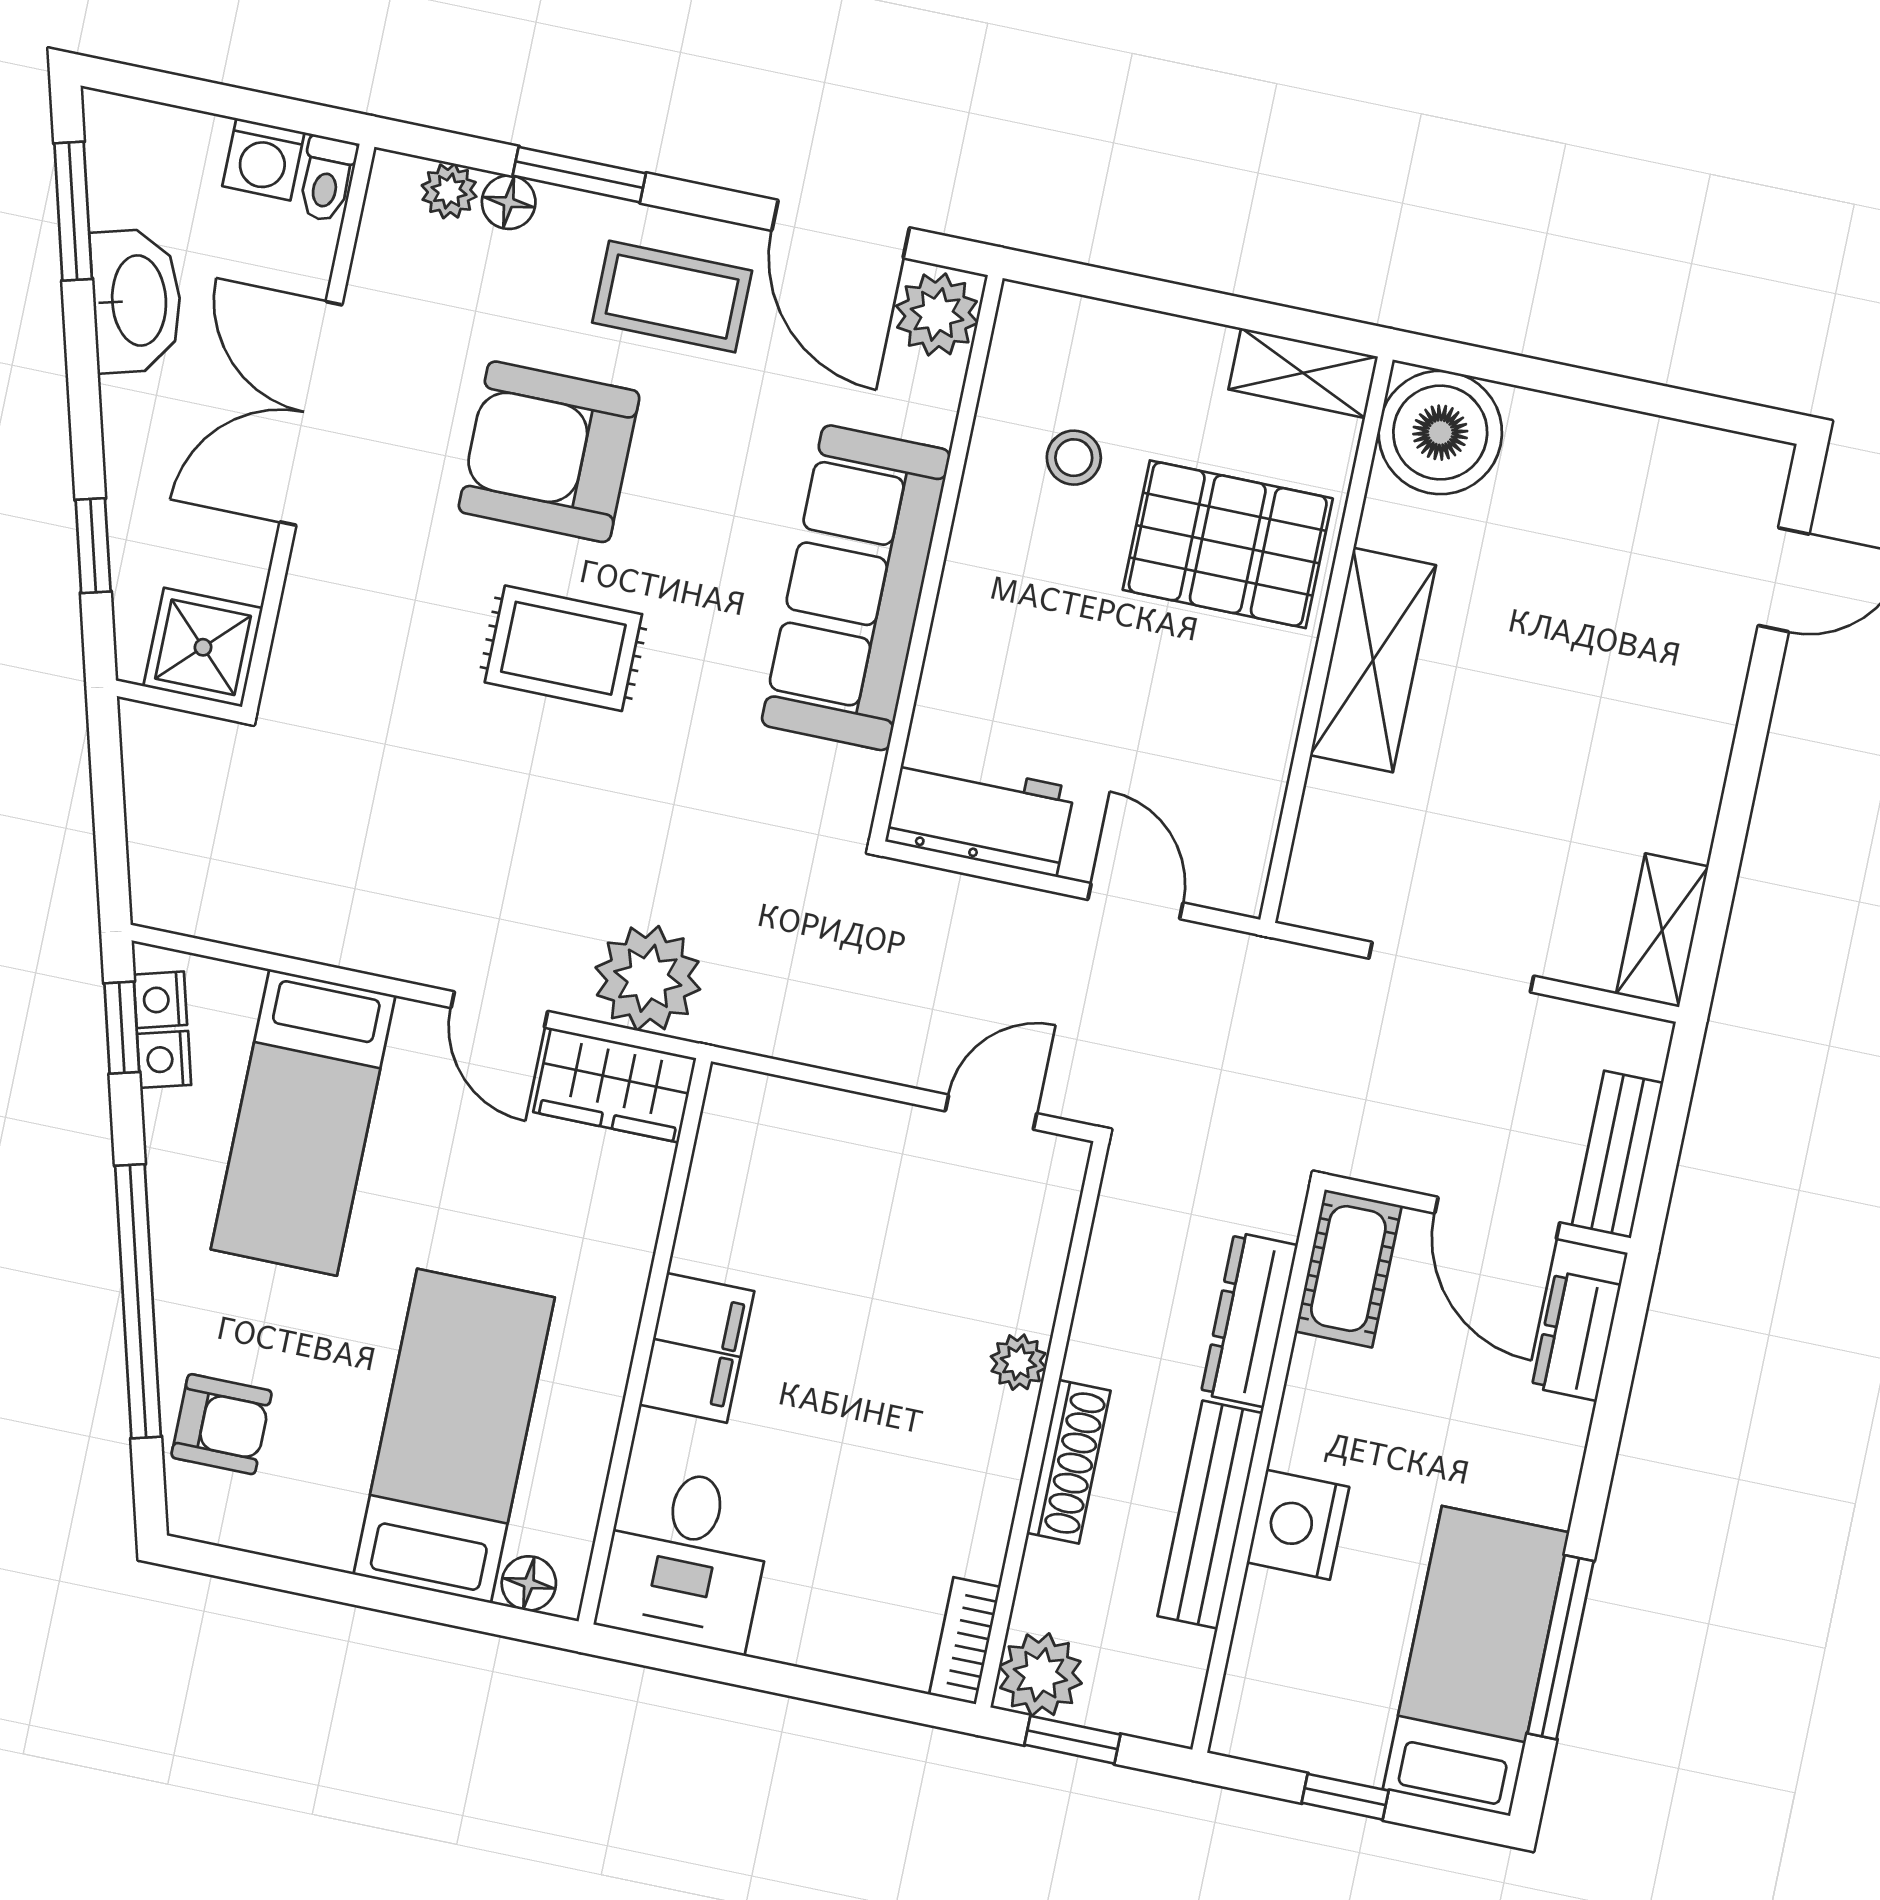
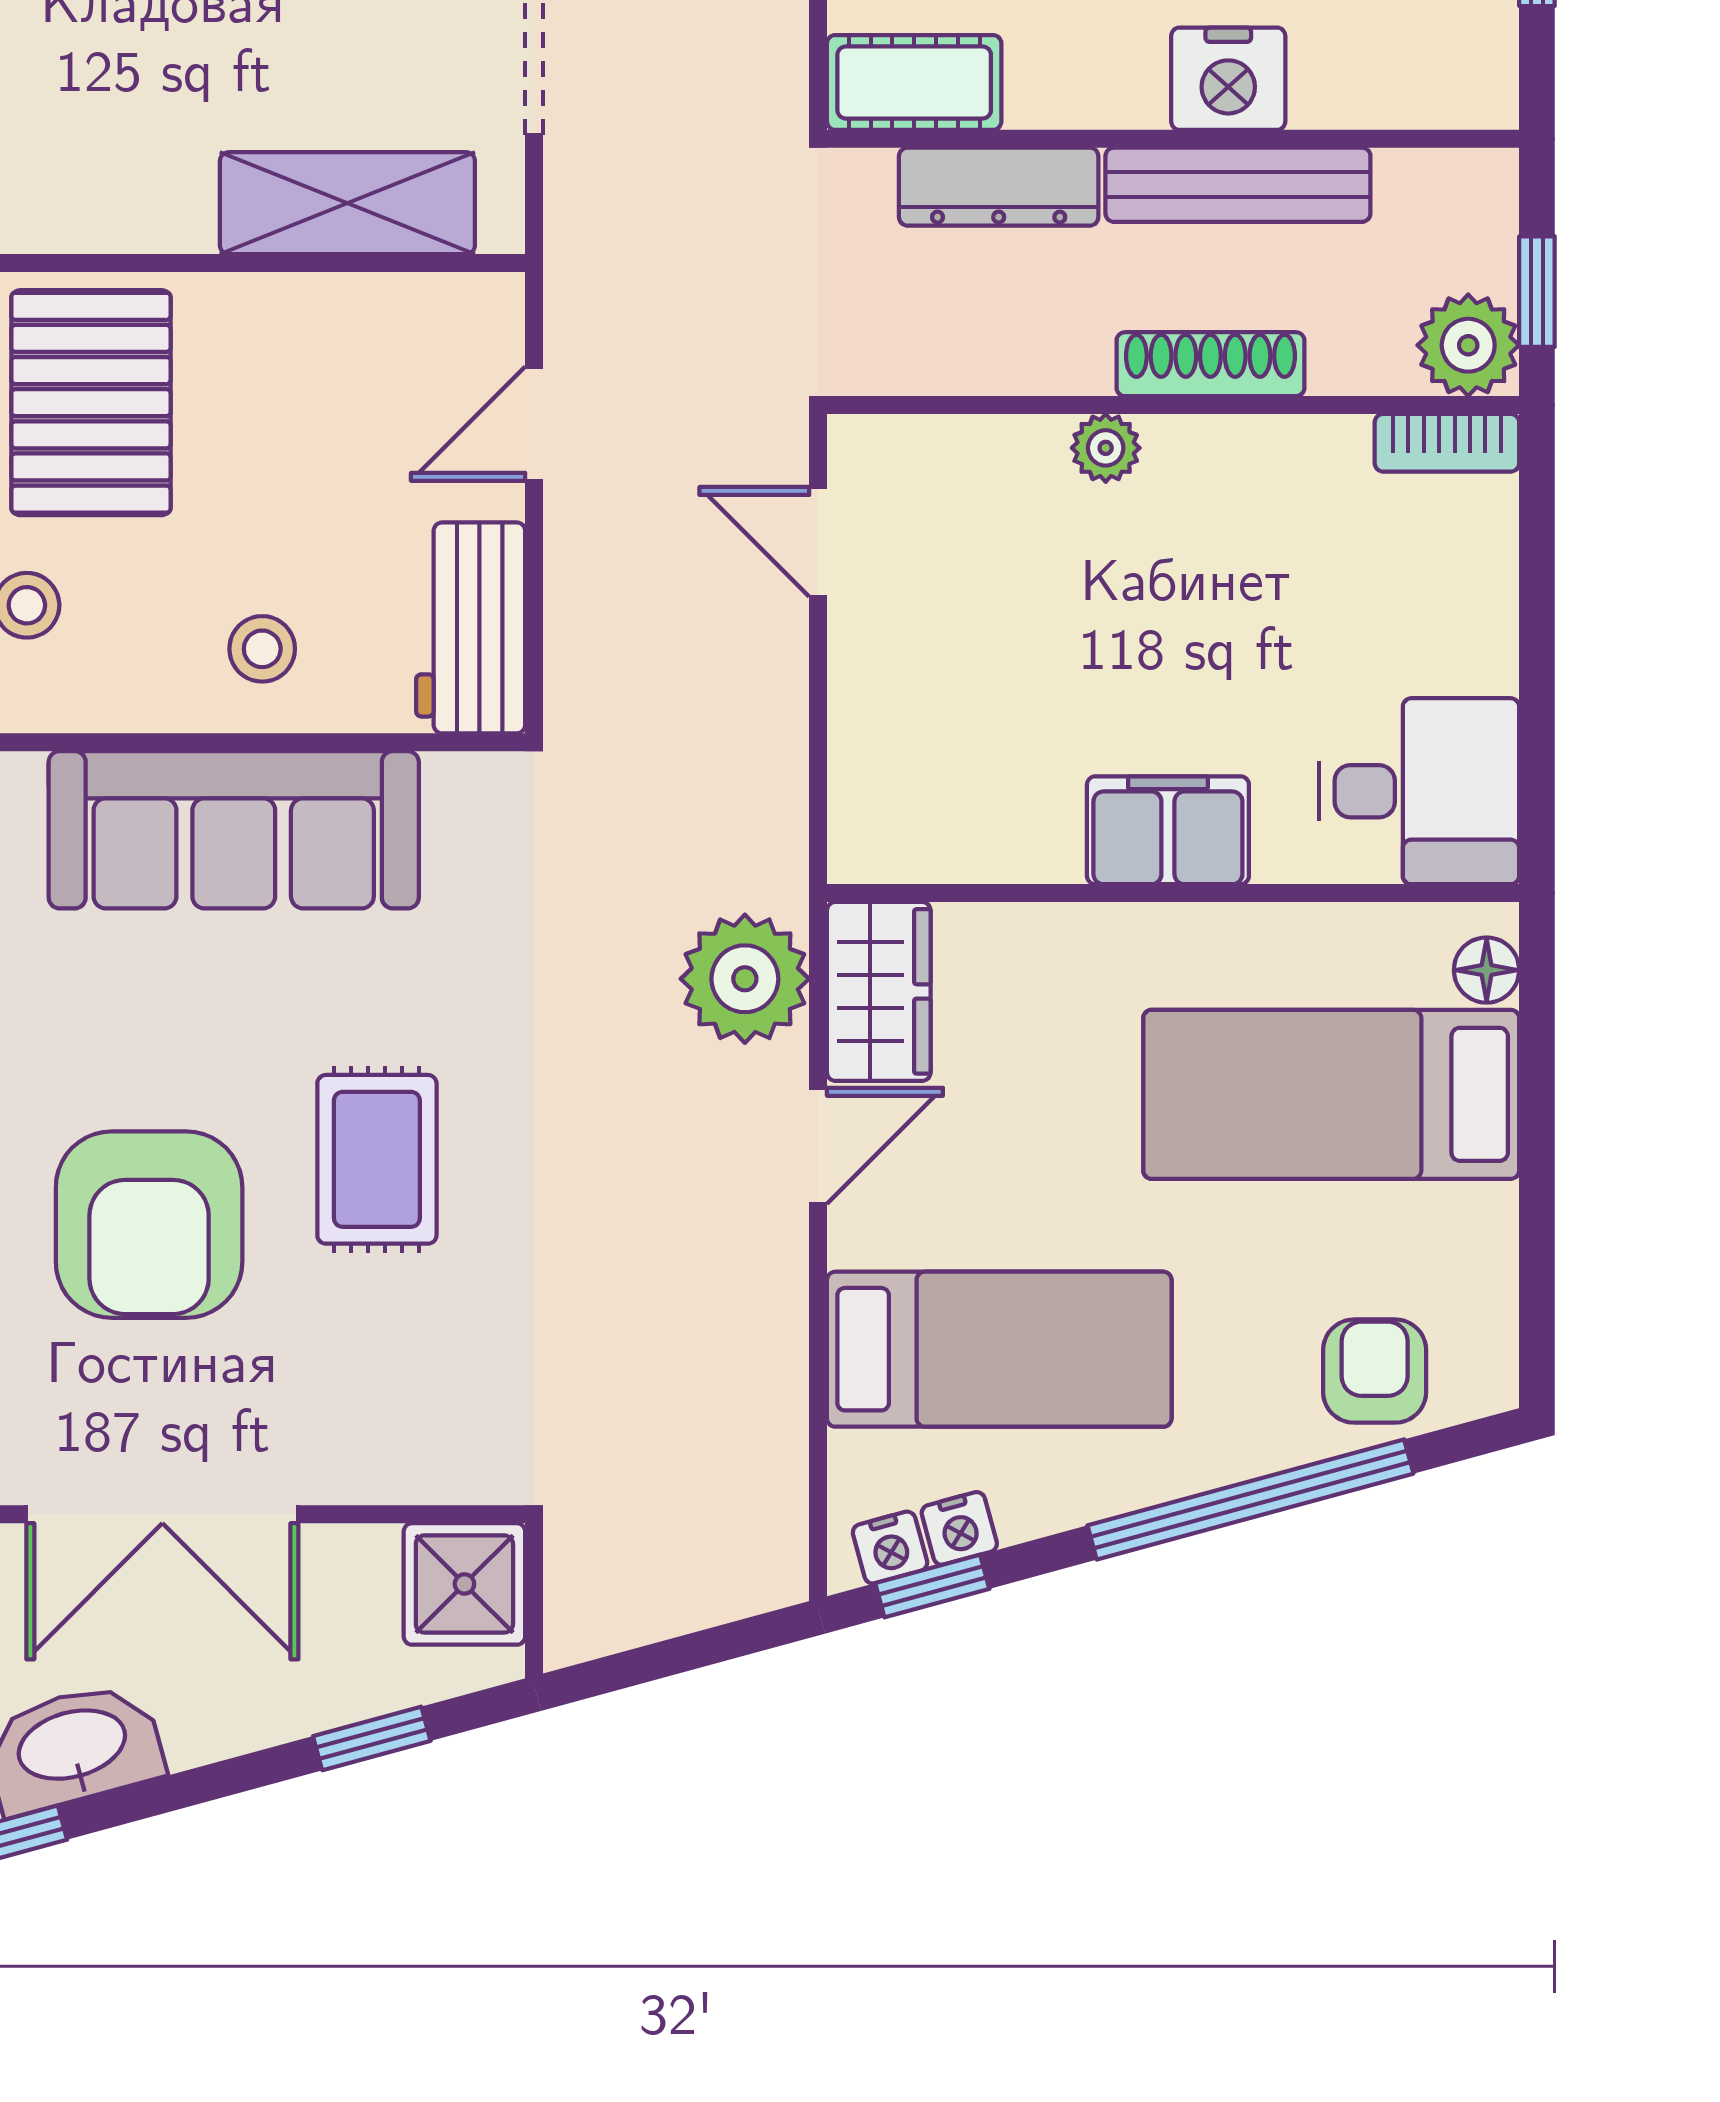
stool: (998, 642) -> (262, 649), added
shelving: (1373, 660) -> (347, 203), moved

